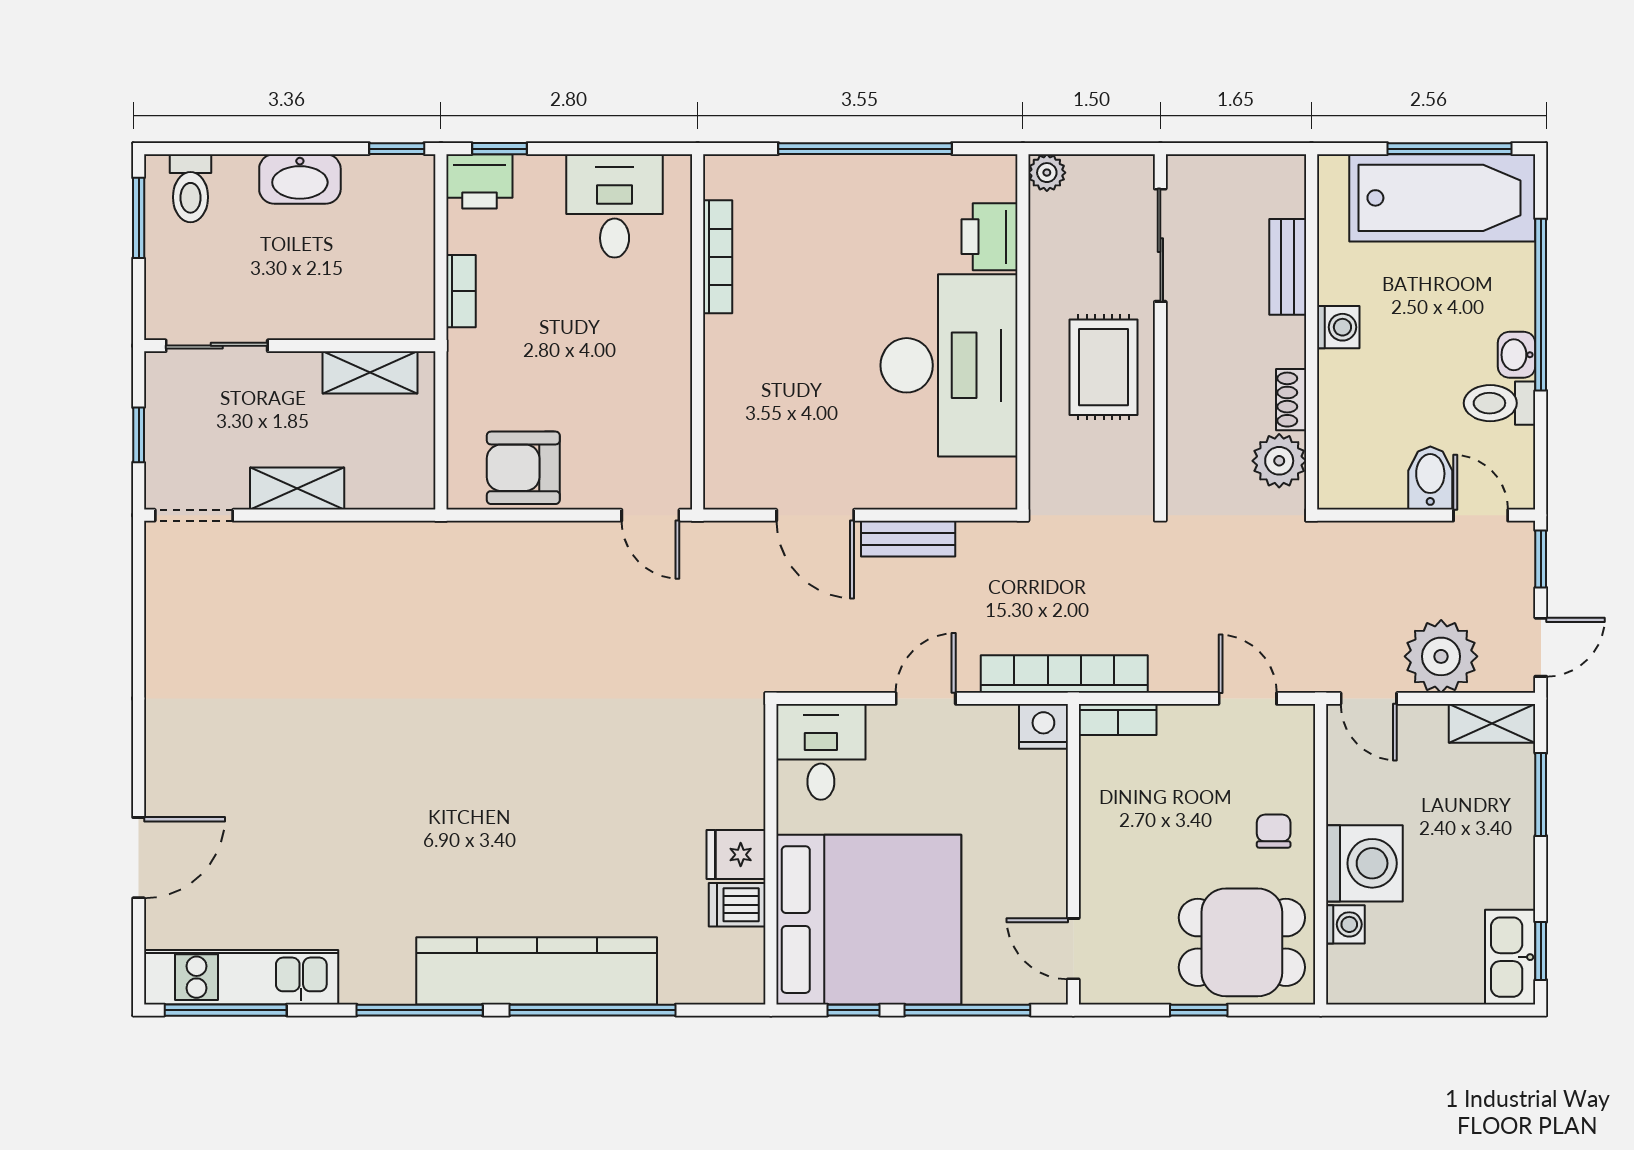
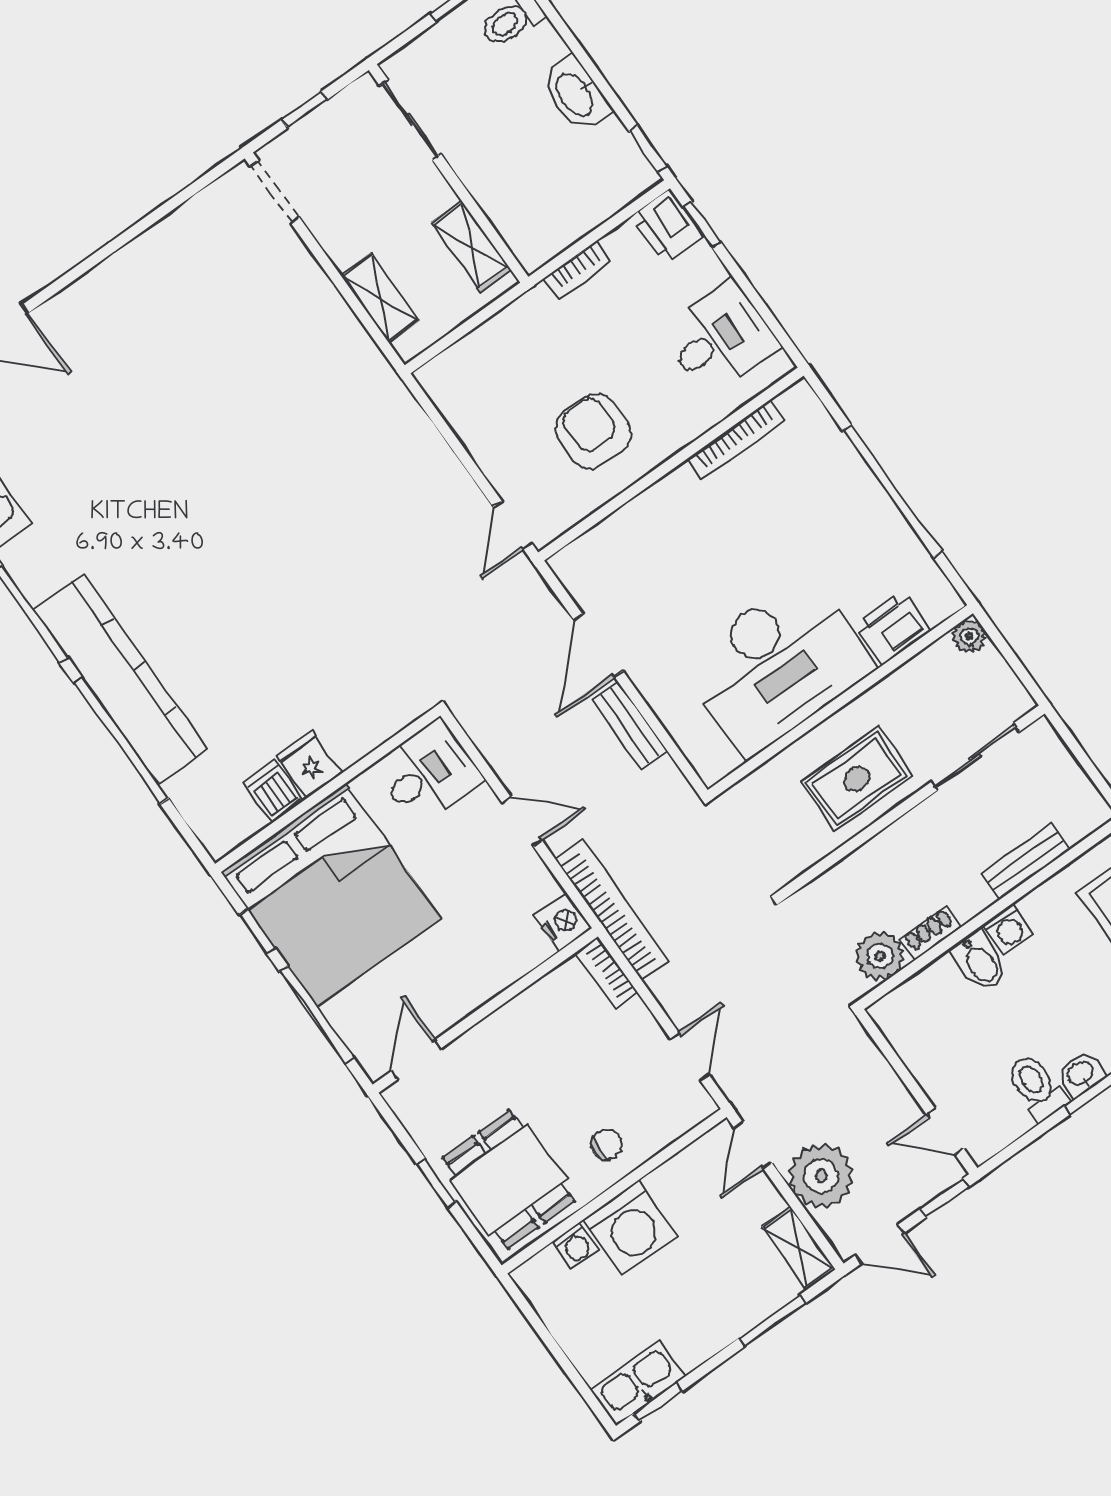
armchair: (523, 468) -> (593, 431), moved
bidet: (1430, 478) -> (979, 961), moved, turned 90
shelving: (297, 489) -> (380, 298), moved
door: (1481, 515) -> (945, 1131), swing flipped

